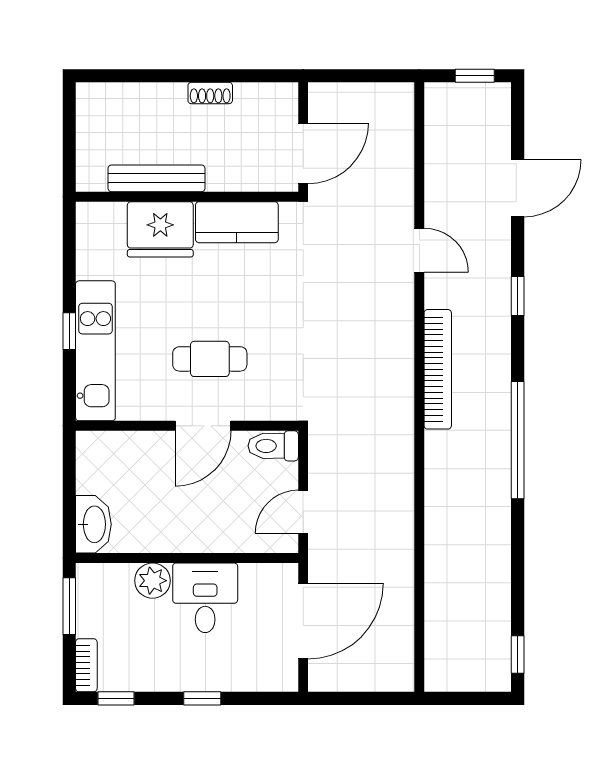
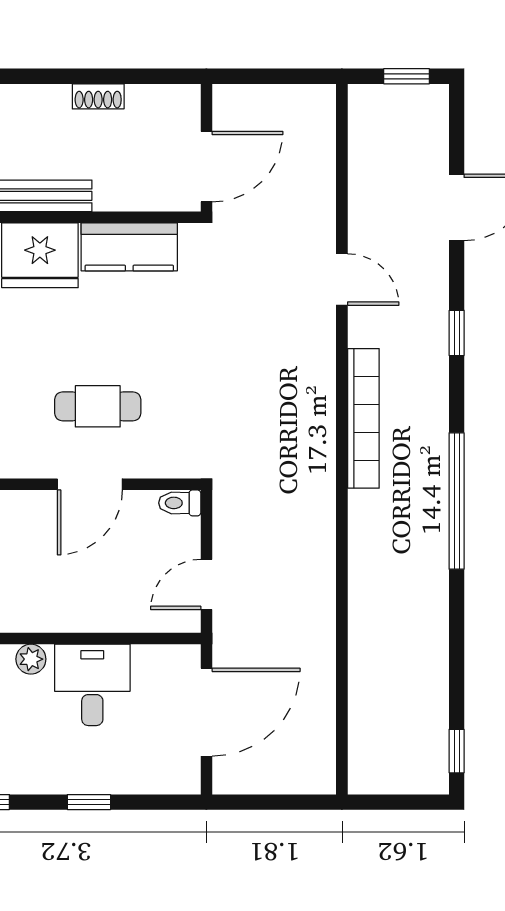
toilet: (273, 446) -> (180, 503), width x0.73, depth x0.72
plant: (152, 581) -> (31, 659), width x0.73, depth x0.73

